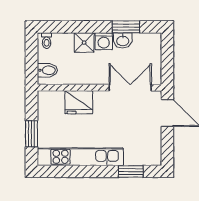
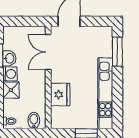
window: (131, 171) -> (117, 52), width x1.44

